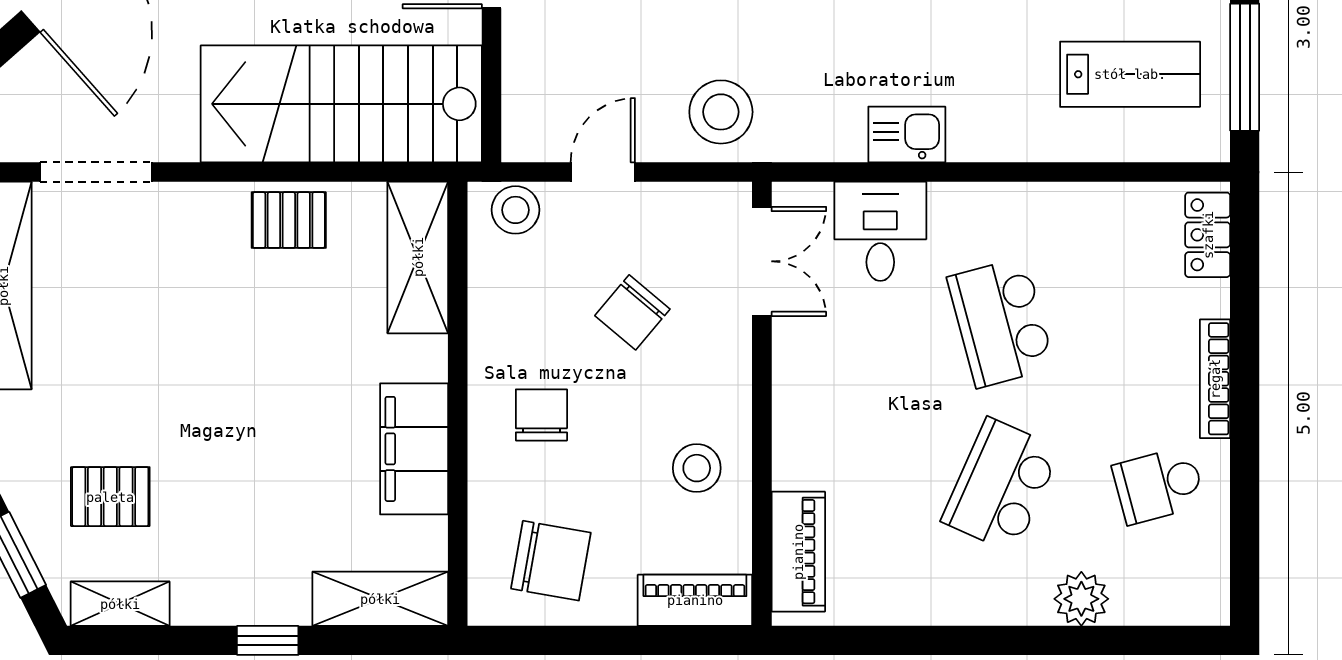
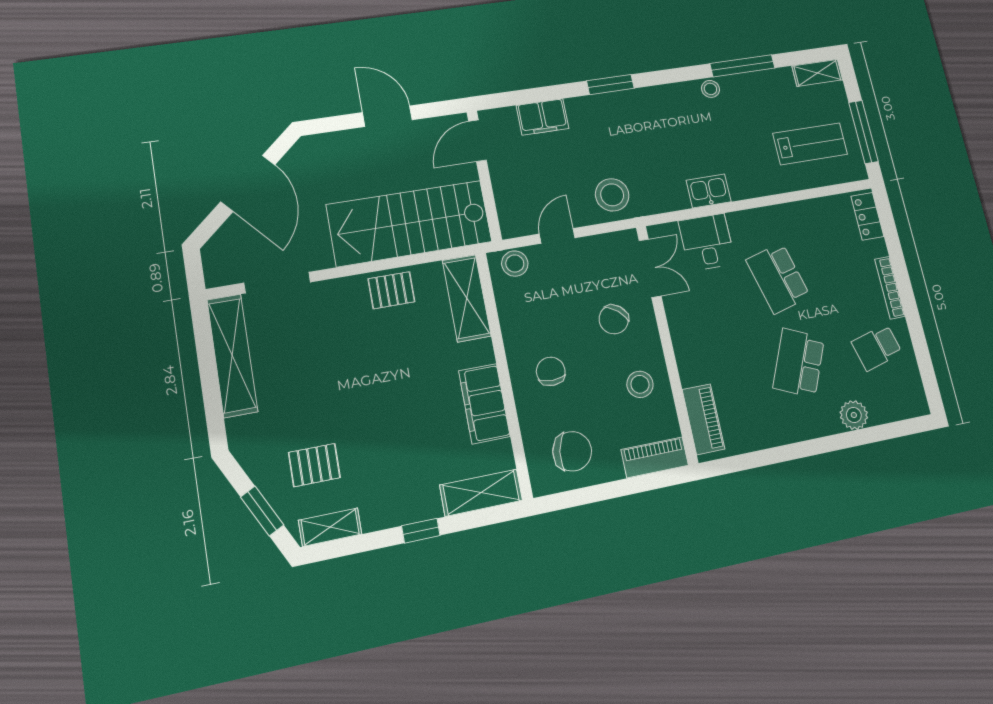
chair: (632, 312) -> (614, 319), moved

